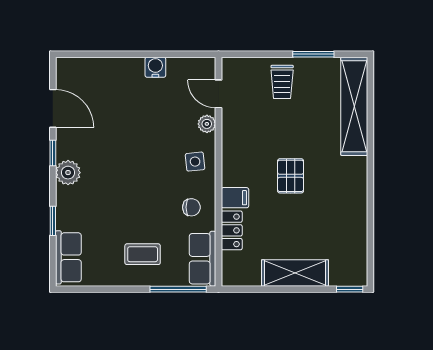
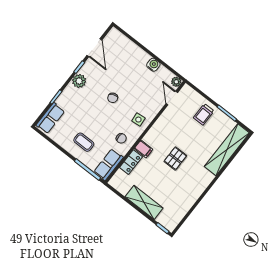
plant: (207, 124) -> (176, 82), moved
chair: (134, 159) -> (113, 98), added

